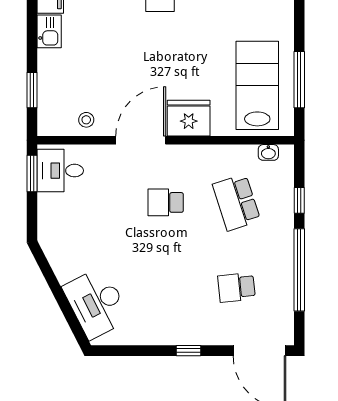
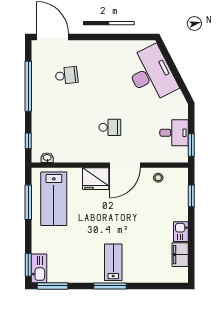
desk: (60, 171) -> (174, 133), moved
window: (299, 200) -> (28, 141), moved
school desk: (236, 202) -> (67, 127), removed
desk: (96, 303) -> (151, 74), width x1.36, depth x1.30
window: (188, 351) -> (96, 37), removed

